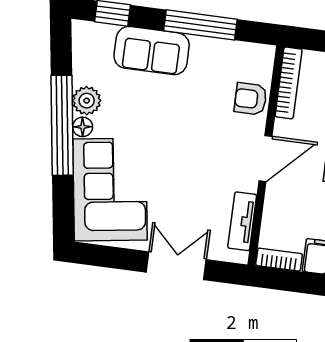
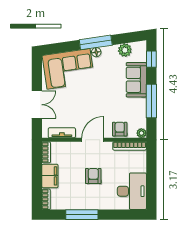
plant: (265, 54) -> (141, 133), added
plant: (87, 101) -> (125, 50), moved
window: (62, 125) -> (96, 42), width x0.68
door: (265, 159) -> (93, 140), swing flipped

